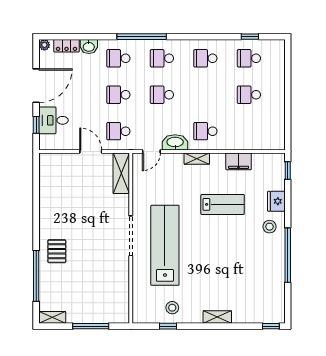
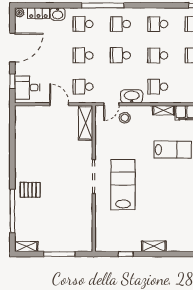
school desk: (205, 95) -> (158, 55), added
desk: (53, 120) -> (27, 88), moved
shelving: (197, 159) -> (163, 110), moved
lab bench: (165, 245) -> (123, 185), width x0.73
pallet: (57, 251) -> (30, 190), turned 90
stool: (172, 308) -> (125, 118), moved
shelving: (217, 317) -> (154, 246), moved

